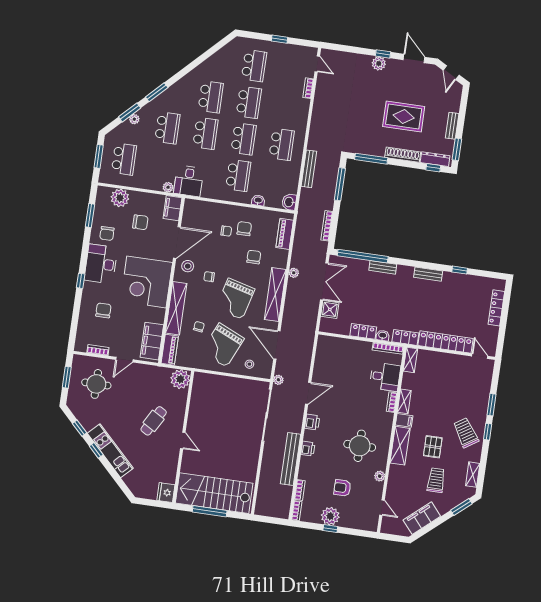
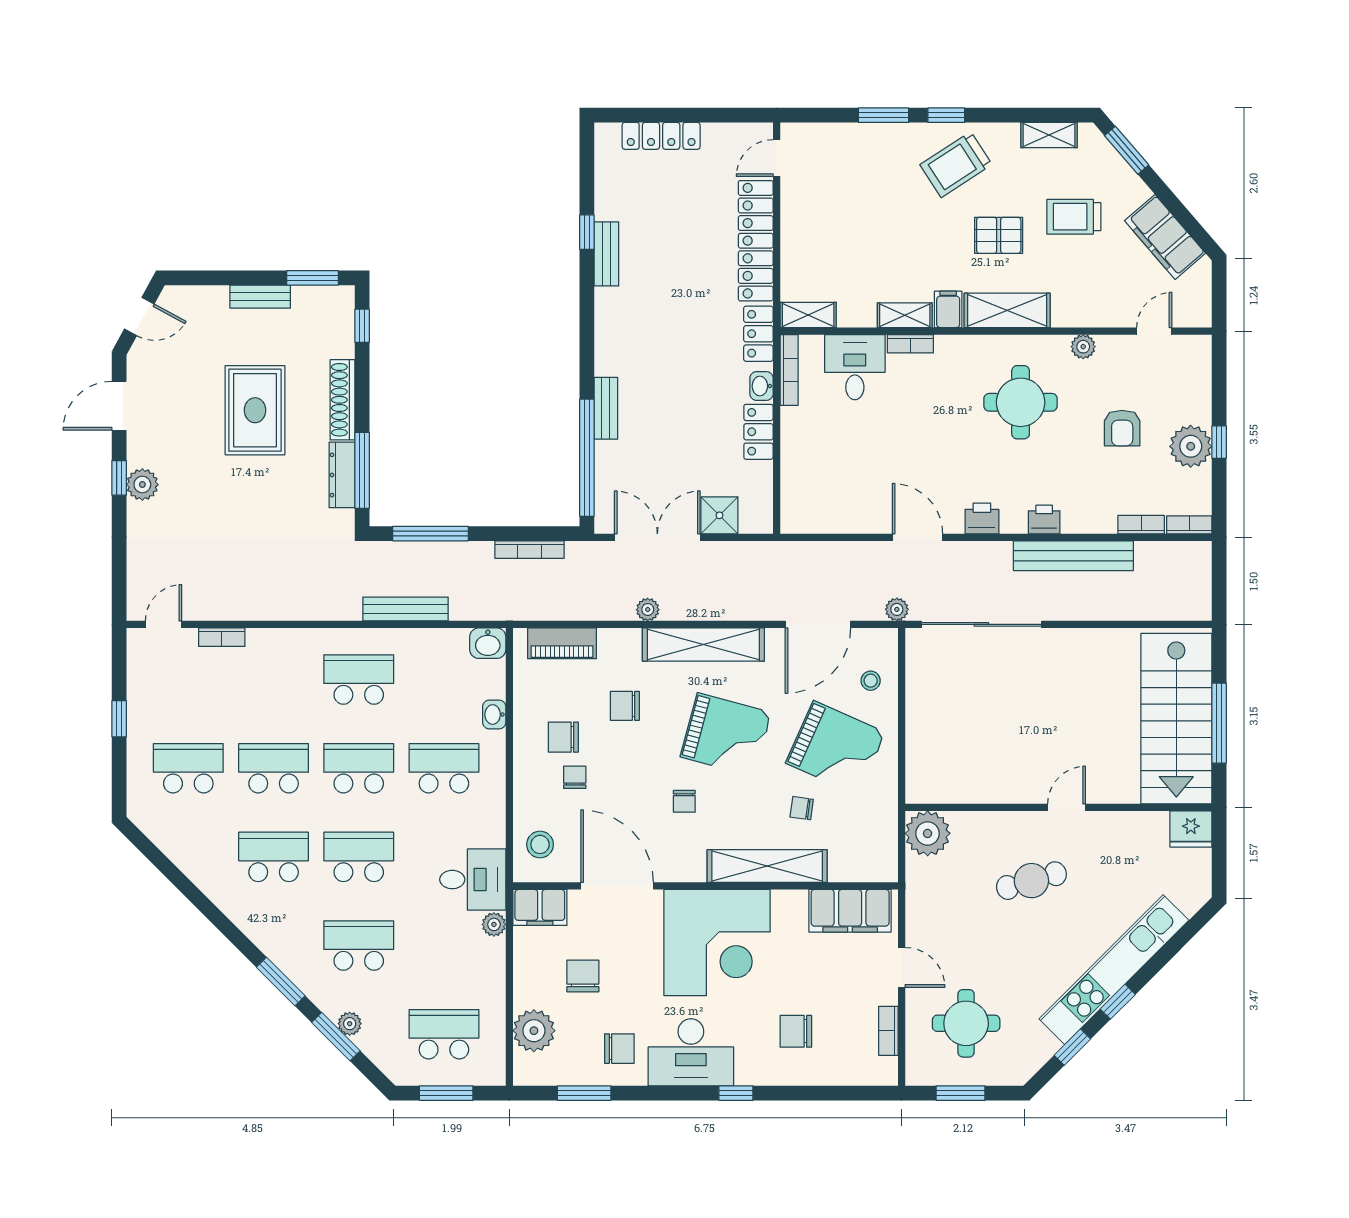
dresser: (435, 159) -> (342, 475), moved
stool: (188, 266) -> (540, 844), moved
bench: (428, 274) -> (606, 254), moved
piano: (170, 350) -> (864, 867), removed
cafe table: (154, 421) -> (1031, 881), turned -46
kitchen unit: (110, 451) -> (1114, 970), width x1.36

